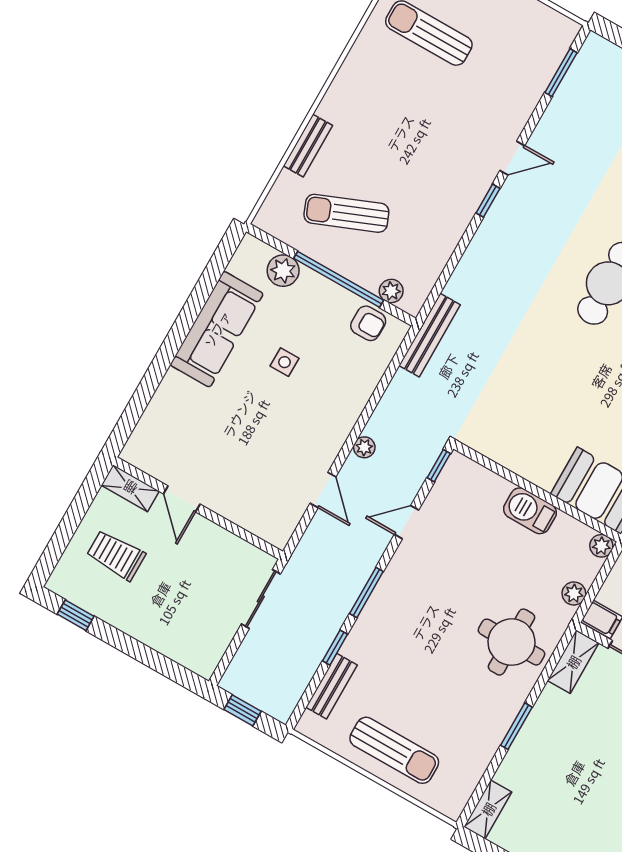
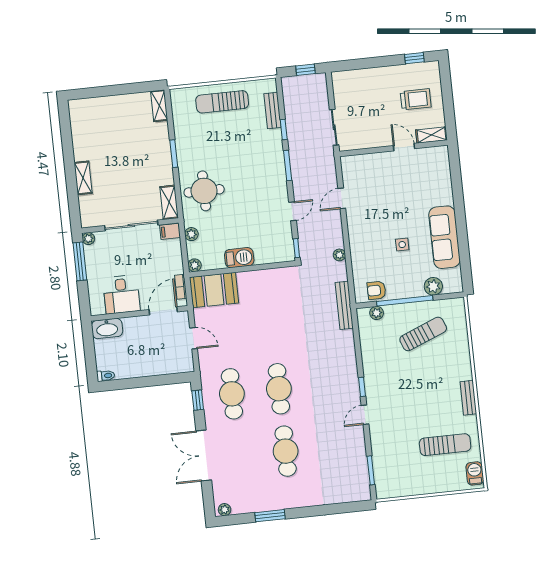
bench: (308, 146) -> (468, 398), moved
plant: (364, 447) -> (339, 255), moved
door: (323, 490) -> (342, 198), hinge flipped

